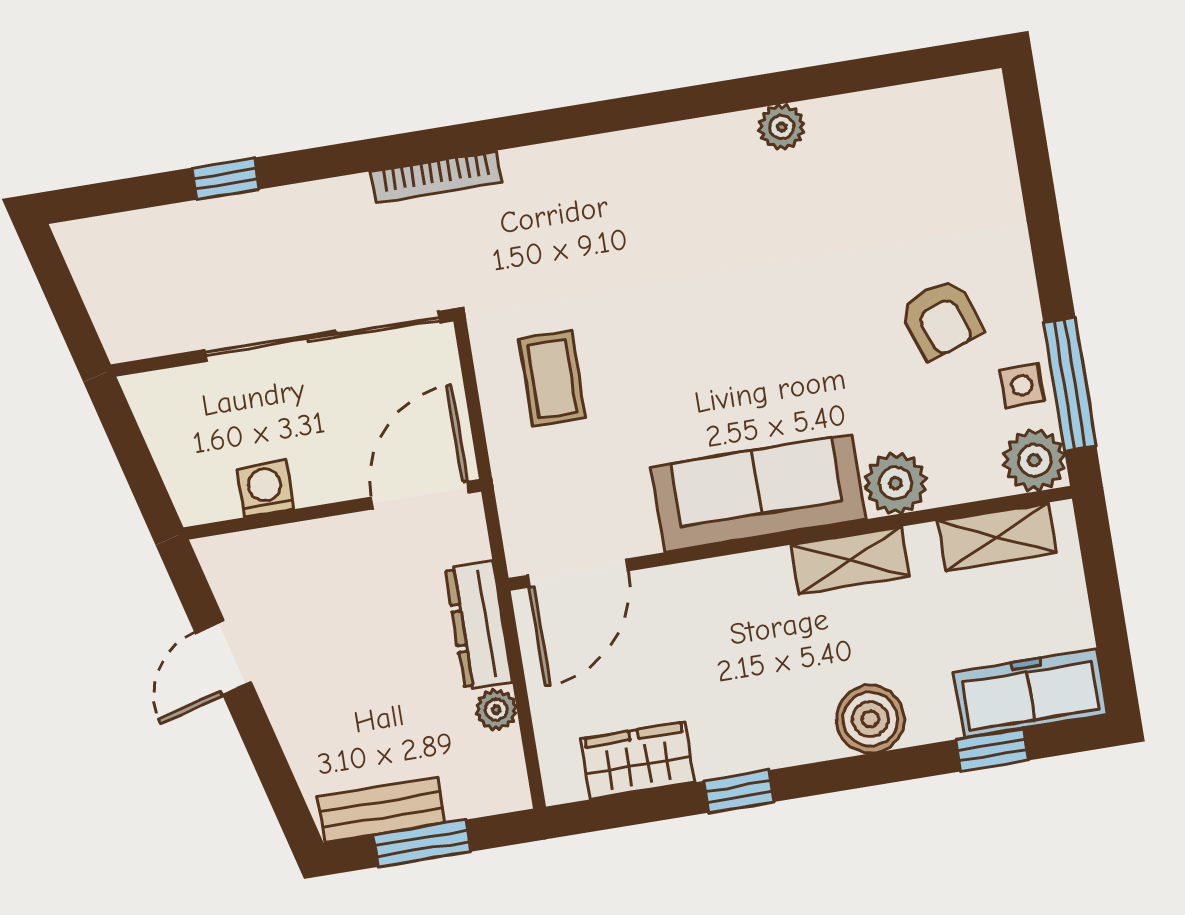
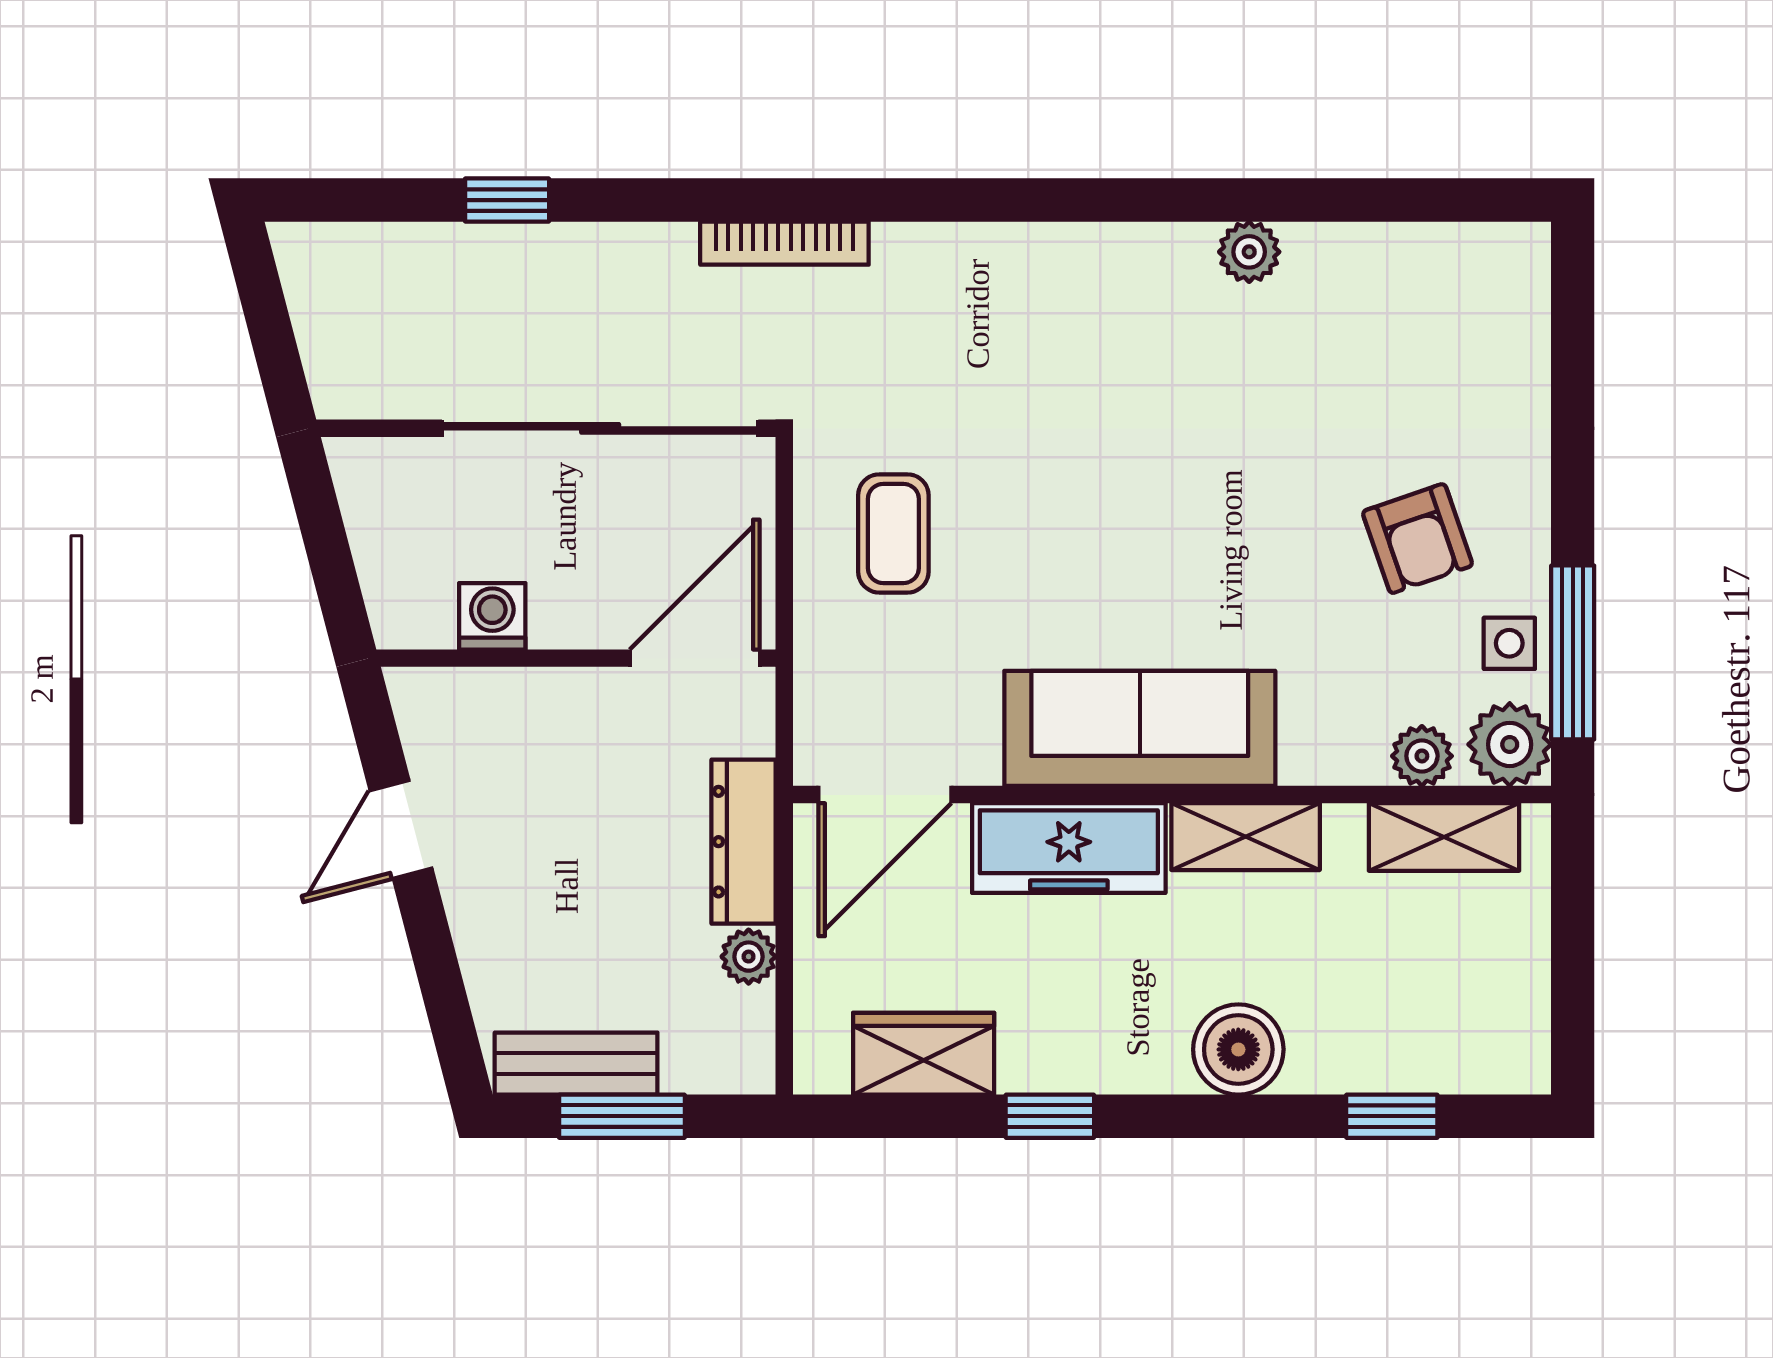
plant: (896, 483) -> (1422, 756), moved, width x0.73, depth x0.73
freezer: (1030, 693) -> (1069, 848), moved, turned 180

